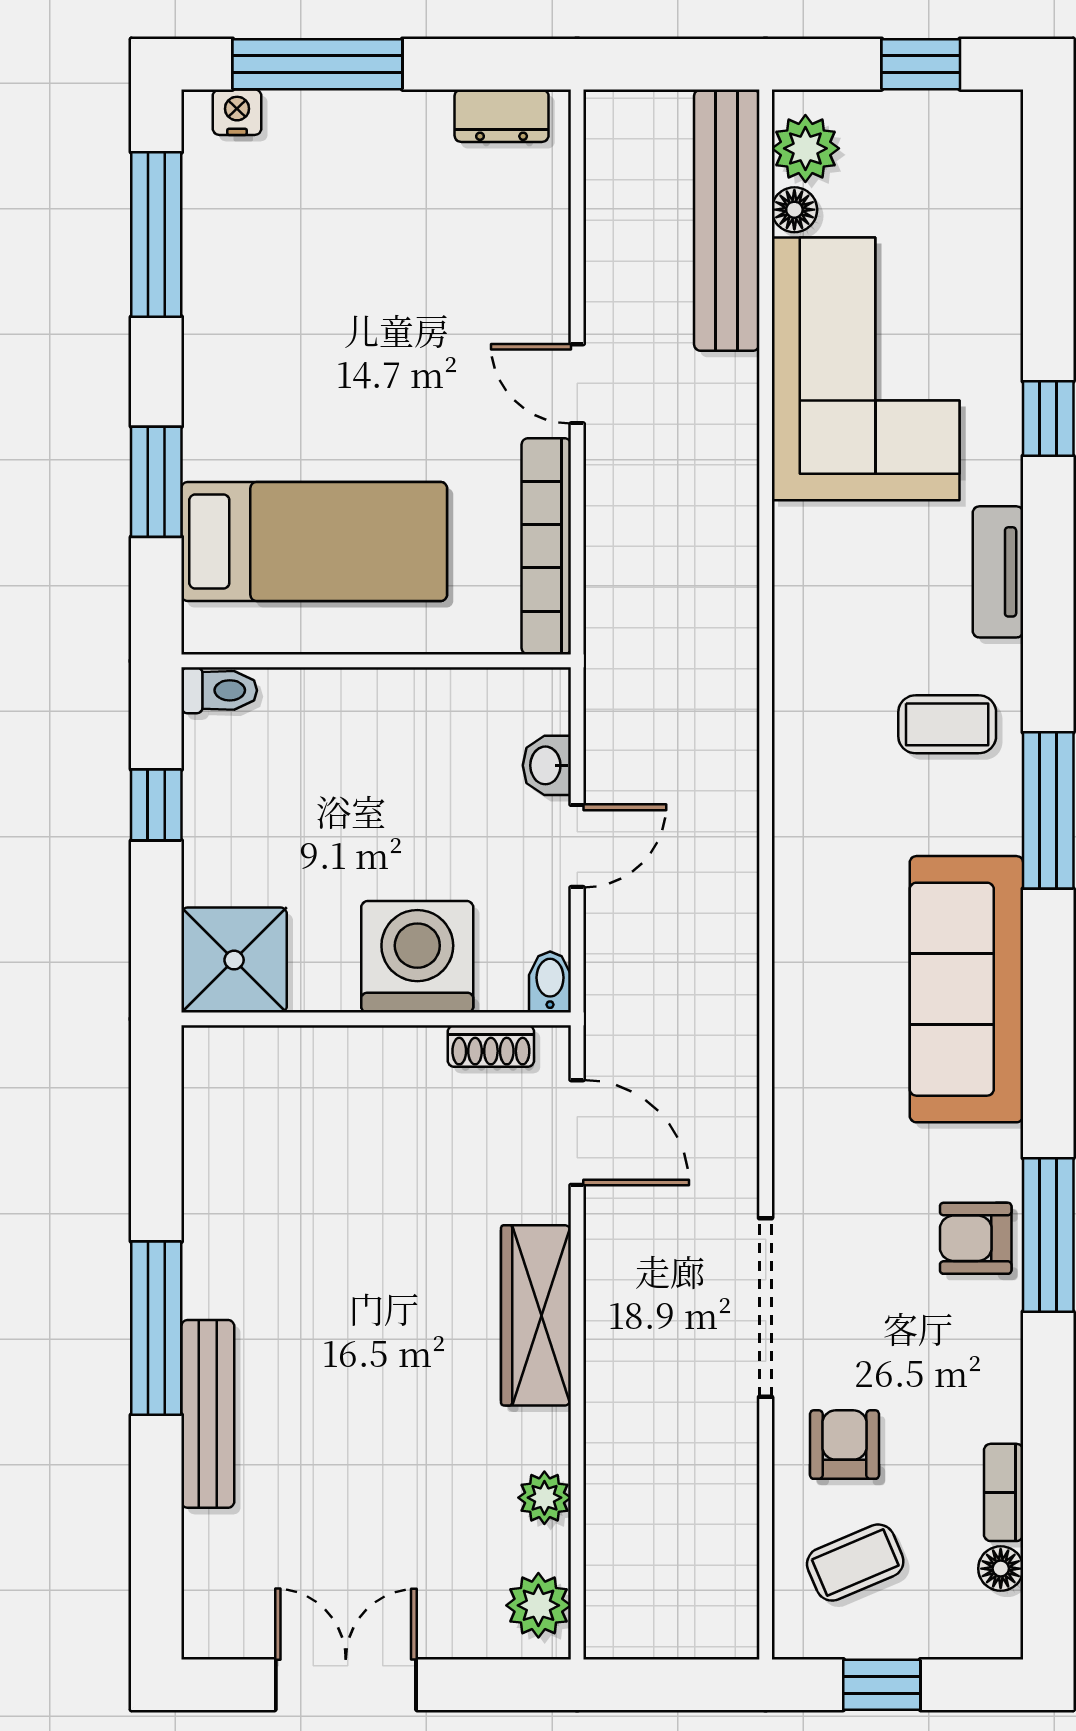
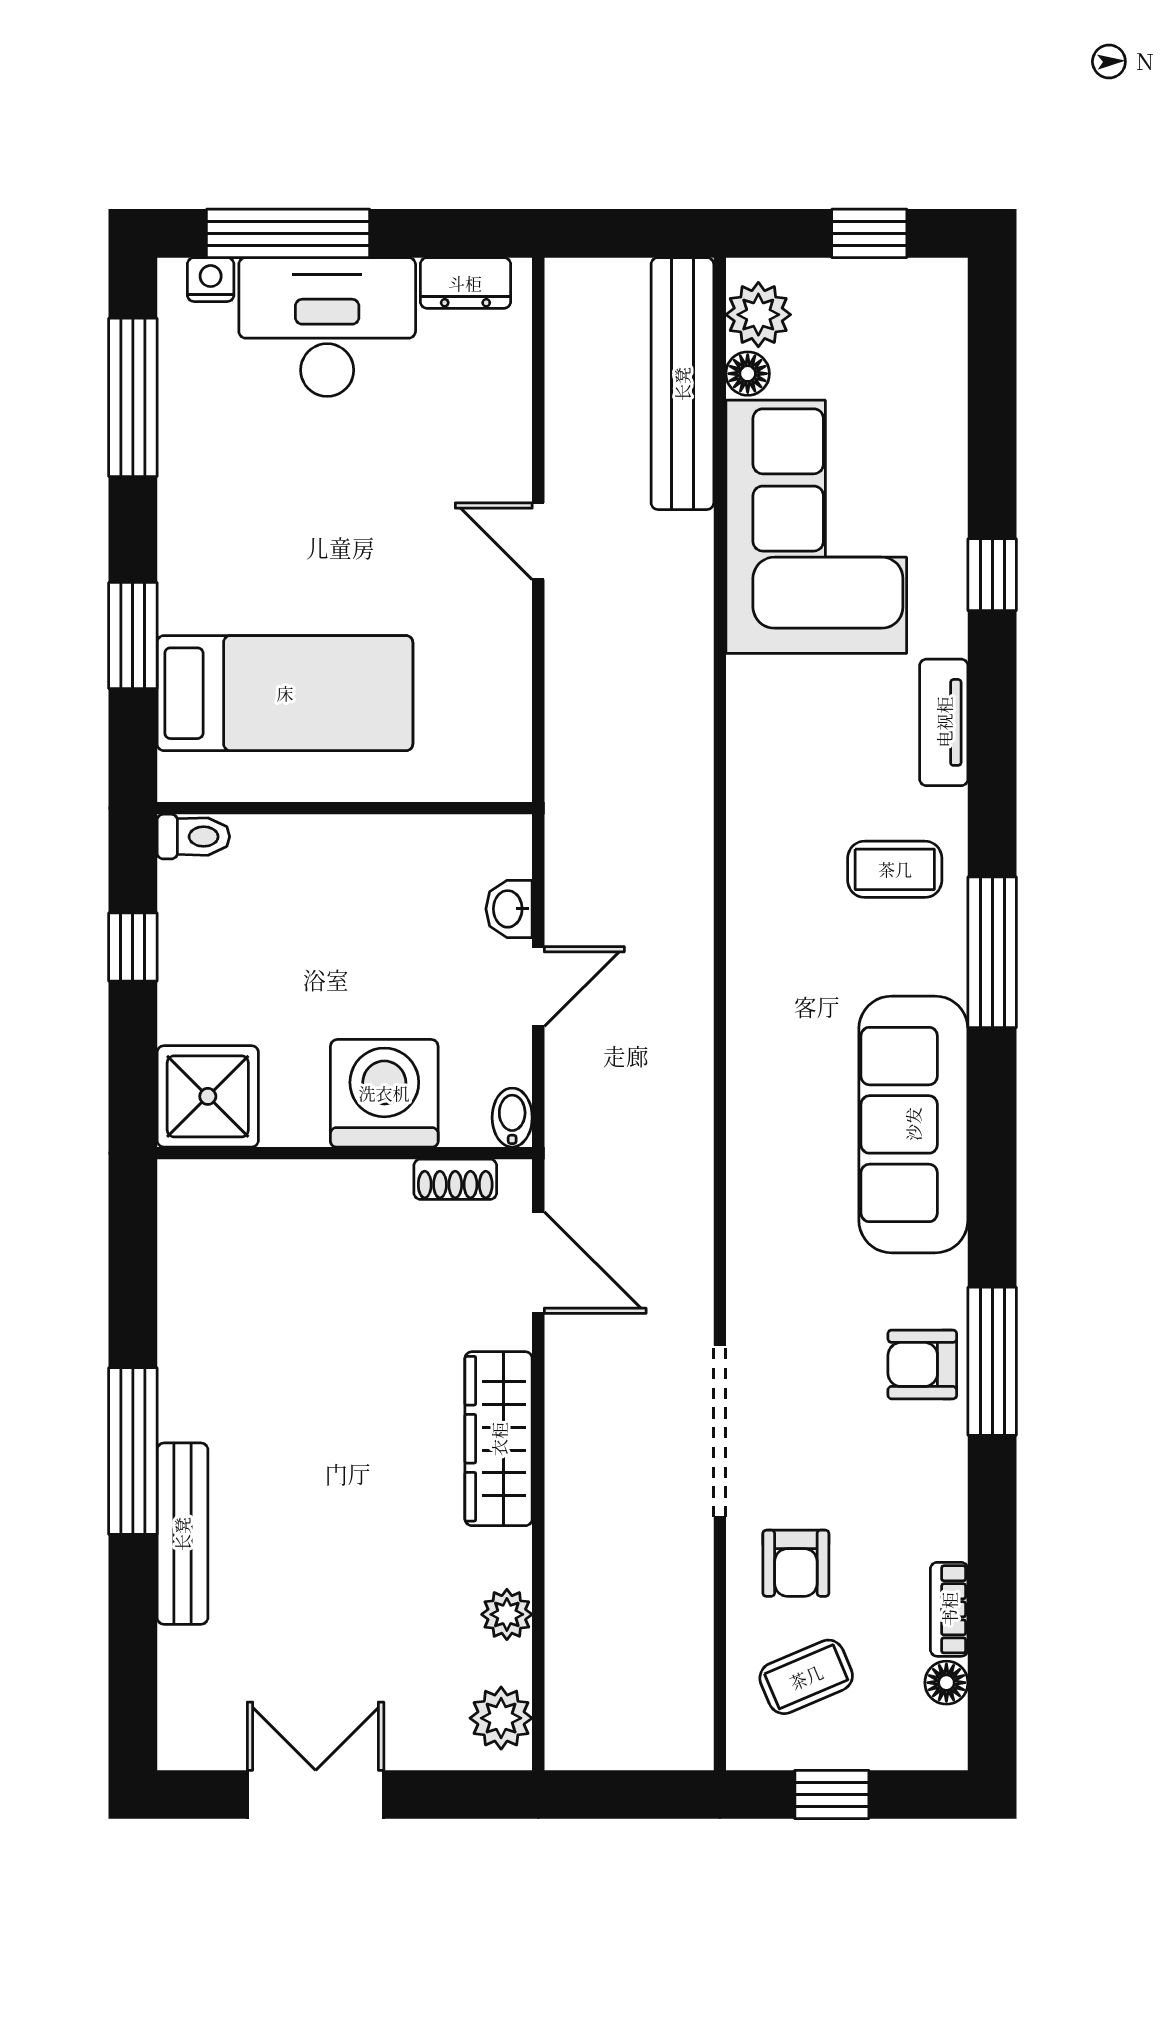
desk: (358, 161) -> (327, 327), added
bookcase: (546, 546) -> (509, 698), removed
armchair: (845, 1445) -> (796, 1563), turned 180

